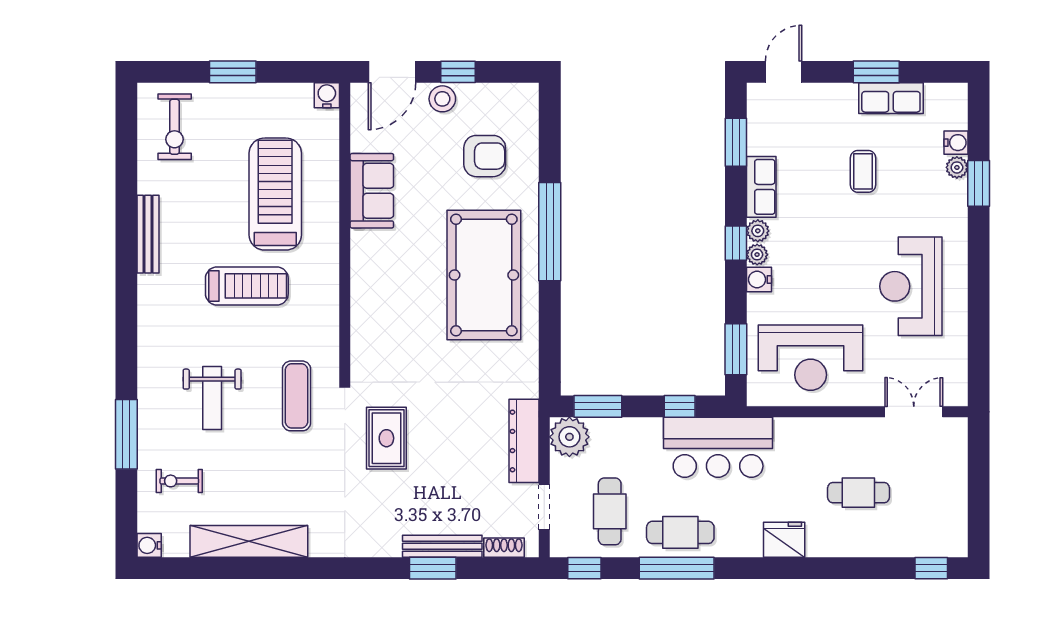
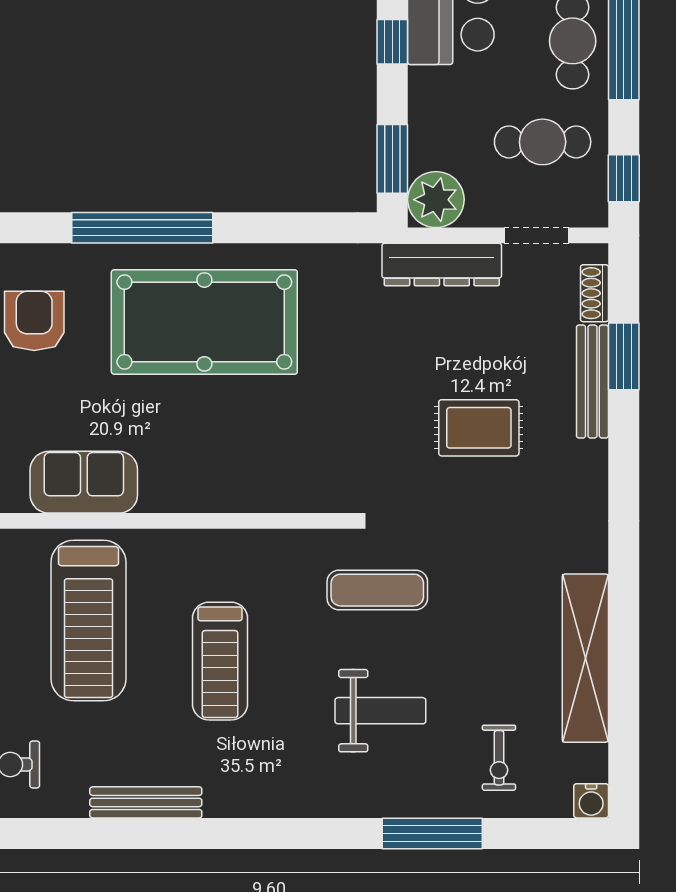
treadmill: (275, 194) -> (88, 620), turned -90
treadmill: (247, 286) -> (220, 661), turned 180
rug: (386, 438) -> (479, 428), moved
window: (433, 568) -> (624, 356), moved

